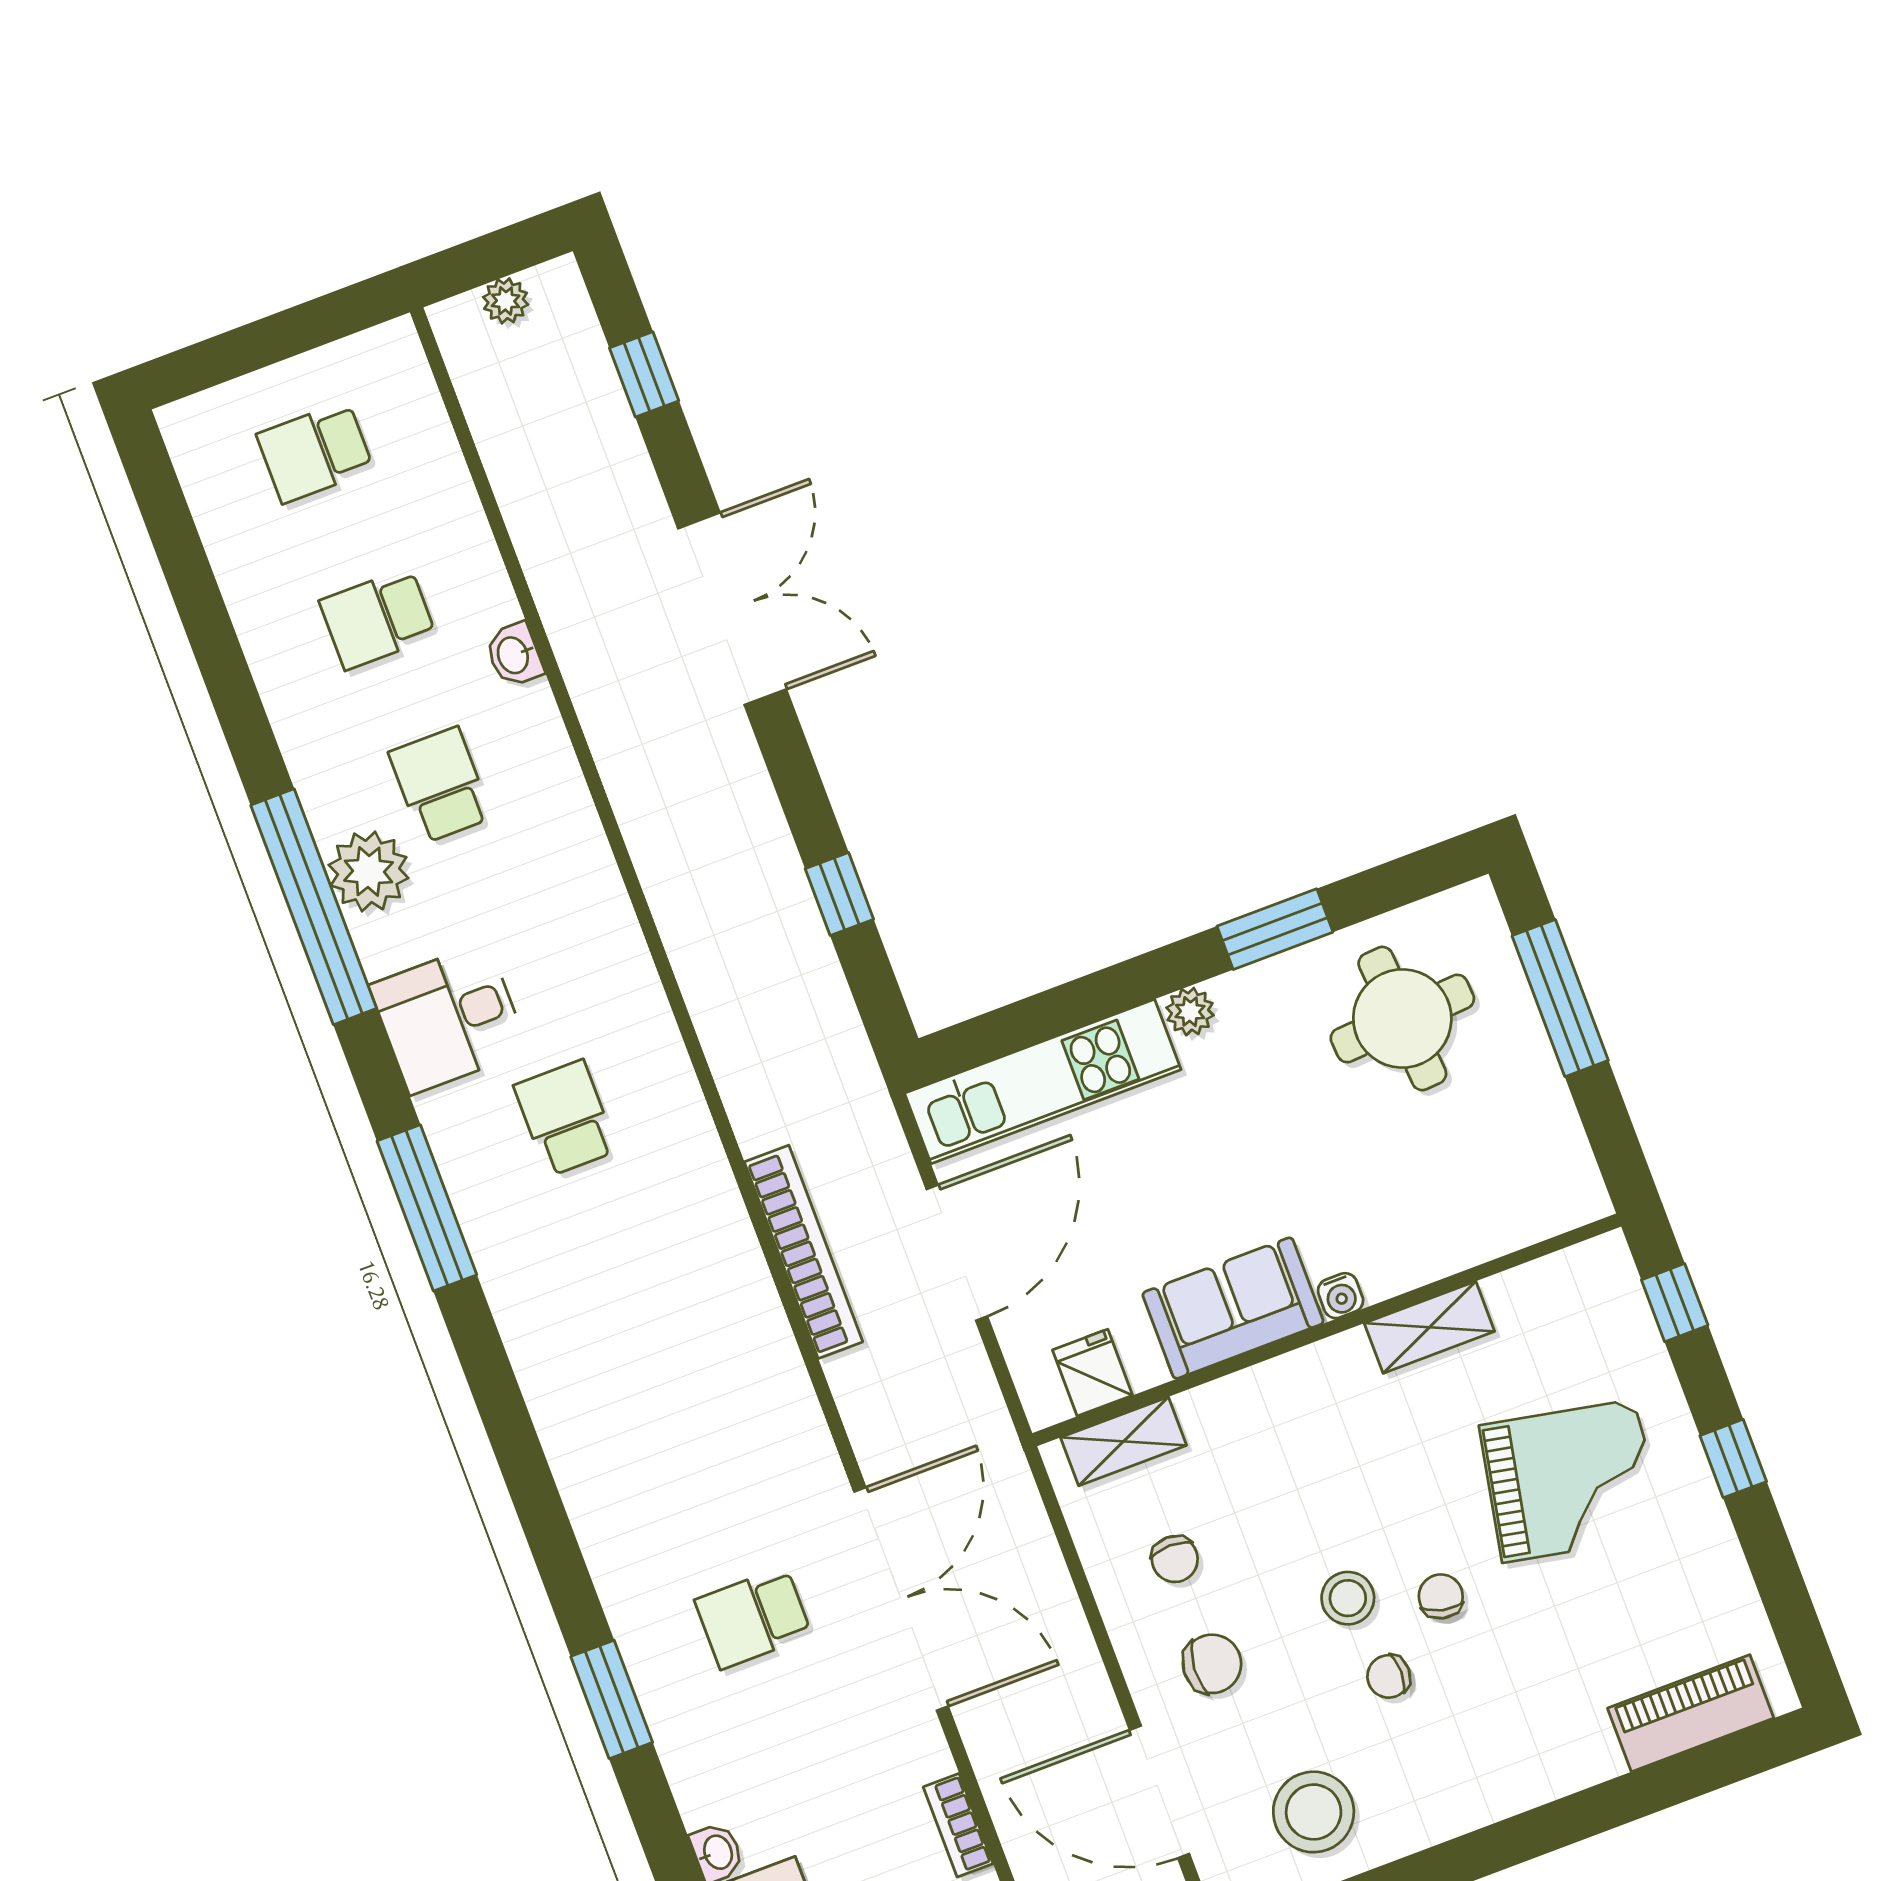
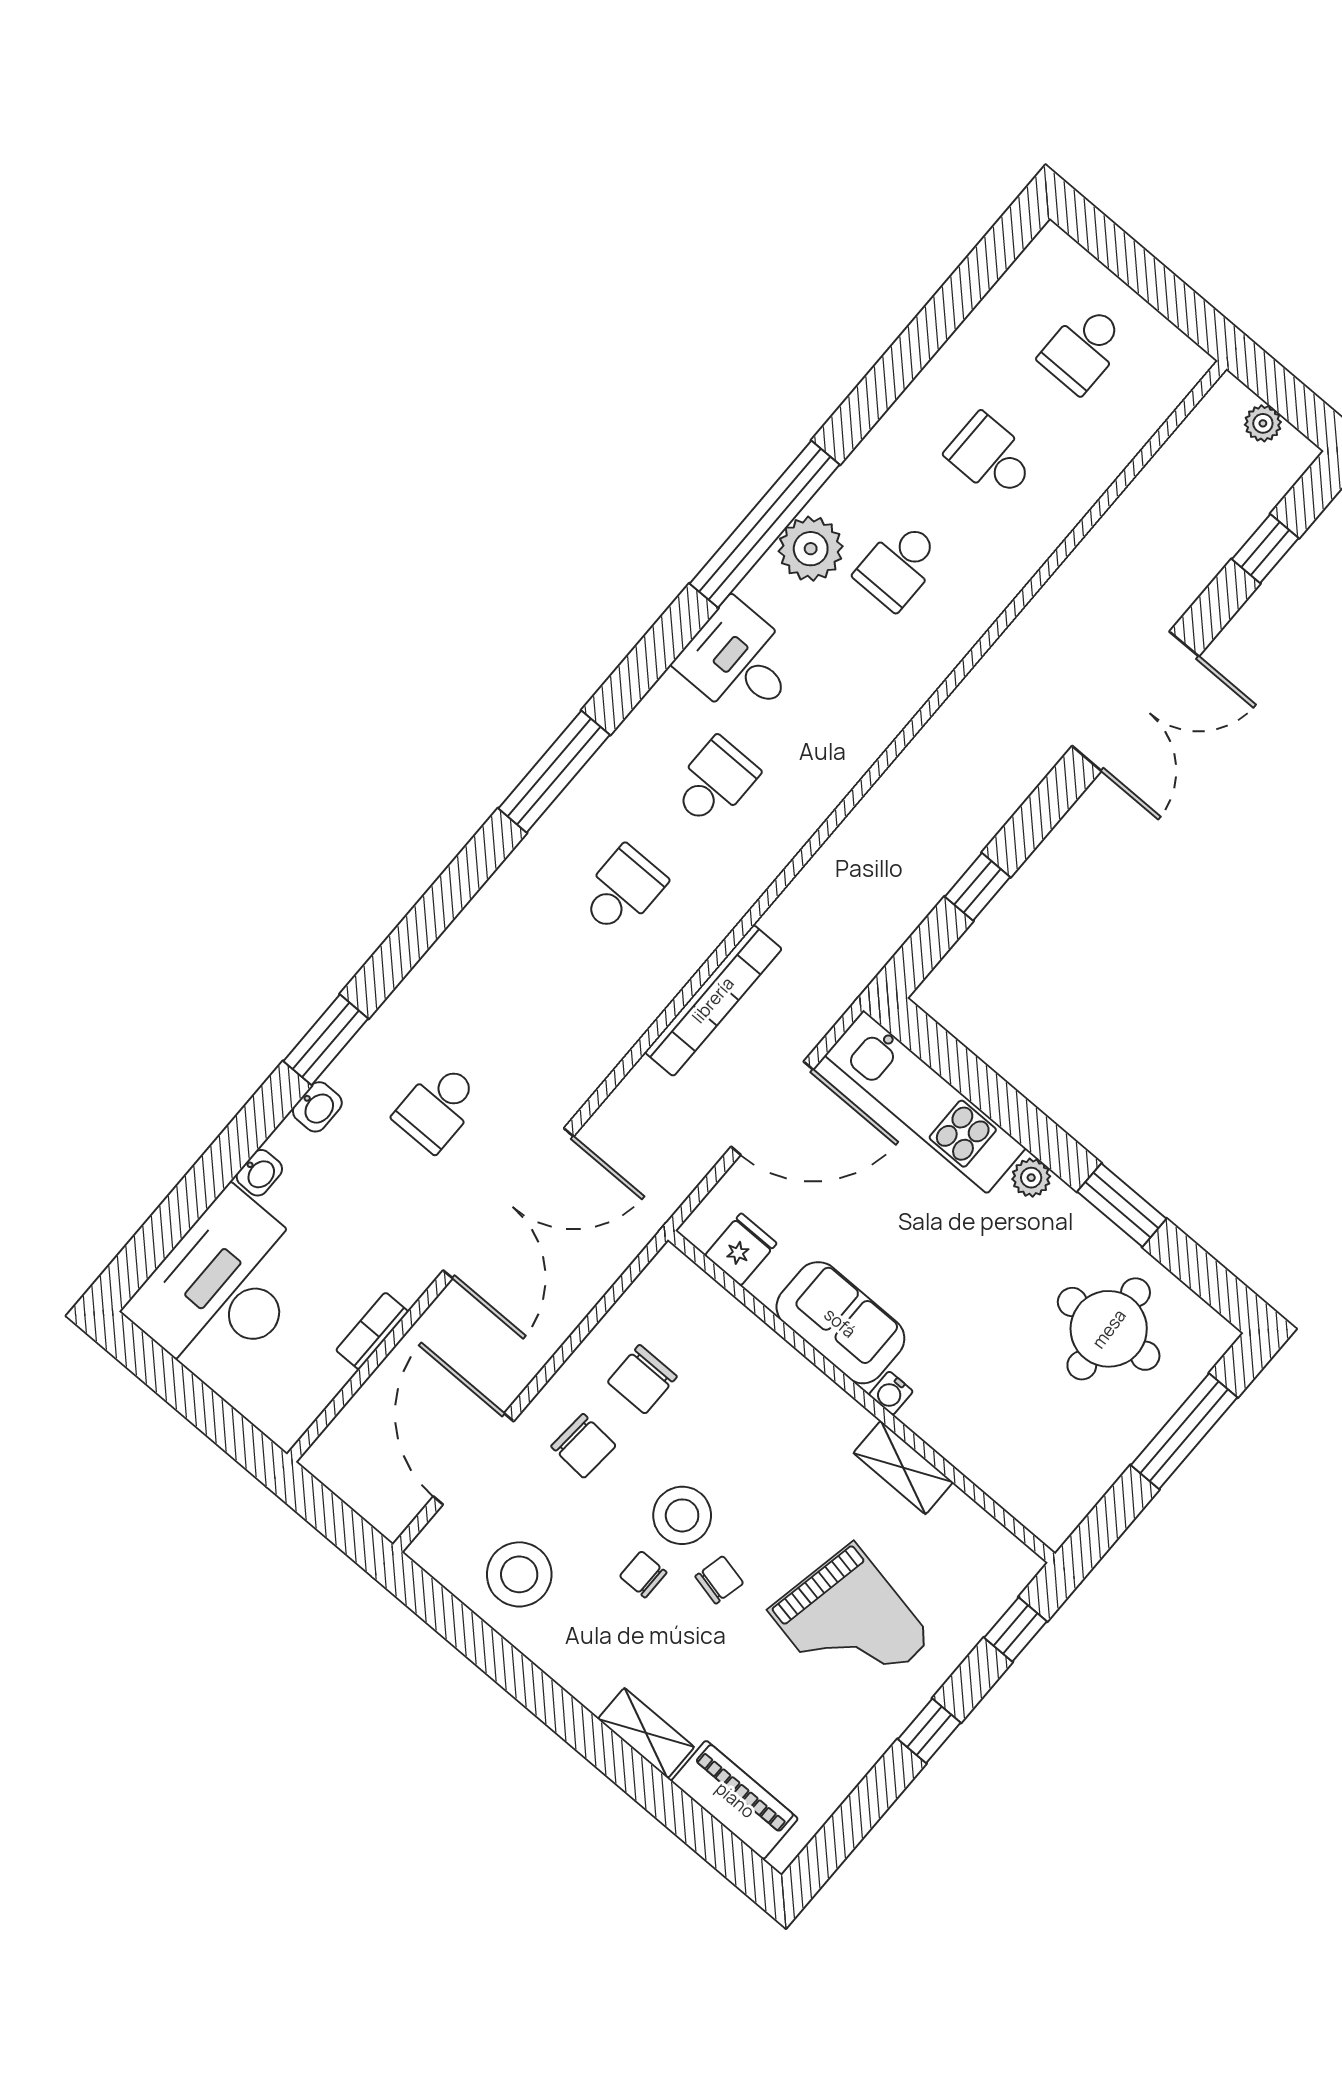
school desk: (315, 452) -> (1083, 349), turned -90
washbasin: (514, 655) -> (317, 1107), moved, turned 180
school desk: (440, 785) -> (899, 565), turned 180
window: (427, 1208) -> (554, 772), moved
school desk: (628, 1285) -> (622, 890), added
shelving: (1124, 1441) -> (646, 1733), moved
chair: (1175, 1559) -> (642, 1379), width x1.37, depth x1.37
stool: (1348, 1598) -> (682, 1515), width x1.38, depth x1.38
school desk: (753, 1618) -> (438, 1107), turned -90

